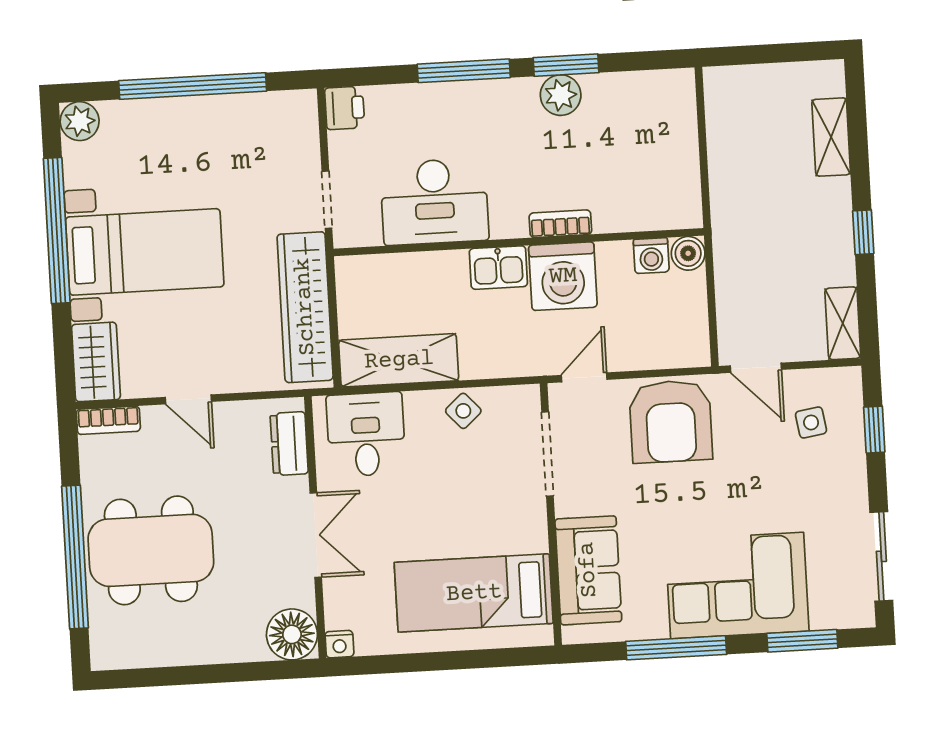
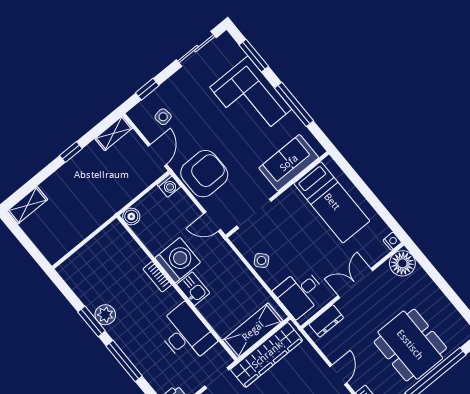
shelving: (831, 137) -> (27, 205), moved
washing machine: (651, 256) -> (169, 186), moved, turned 90
shelving: (399, 360) -> (253, 331), moved, turned 90

